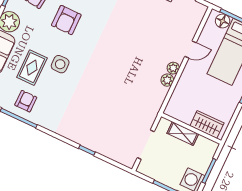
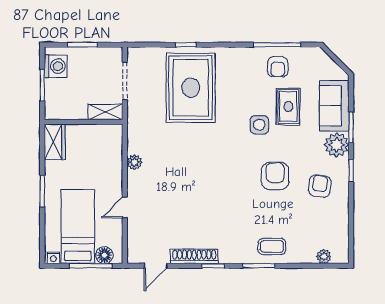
plant: (173, 68) -> (134, 178), removed
rug: (99, 116) -> (191, 88), added
wardrobe: (207, 124) -> (55, 142), moved, turned -90
shelving: (183, 134) -> (105, 112), moved

